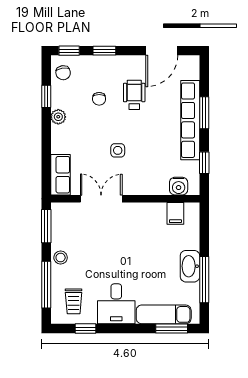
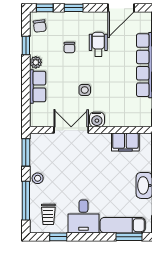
row of seats: (60, 175) -> (38, 86), moved
water cooler: (179, 186) -> (97, 119), moved
filing cabinet: (175, 213) -> (125, 142), width x2.00

